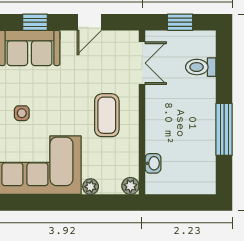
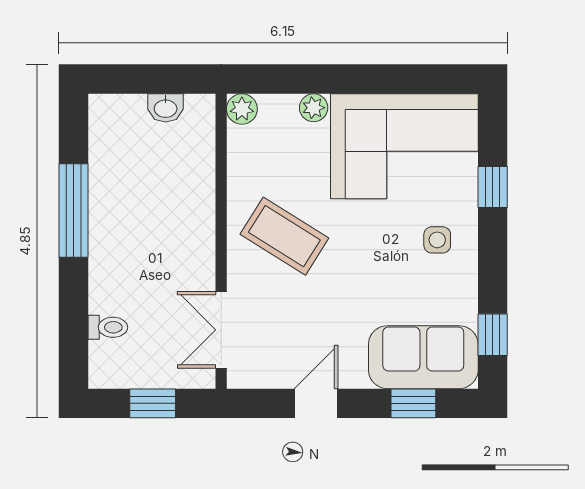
toilet: (201, 67) -> (108, 327), width x0.73, depth x0.72
coffee table: (107, 115) -> (284, 236), turned -58
washbasin: (153, 163) -> (166, 108), moved, turned -90

